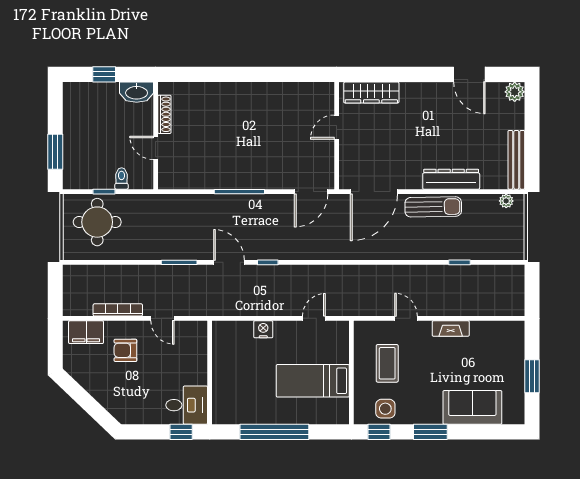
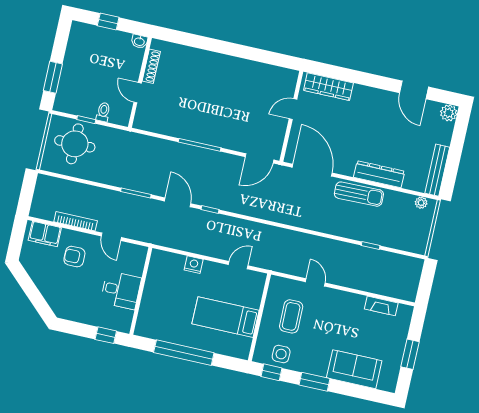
washbasin: (137, 92) -> (139, 41), width x0.52, depth x0.69
door: (374, 192) -> (312, 170), swing flipped
fireplace: (451, 329) -> (381, 306), moved
desk: (187, 405) -> (121, 290), moved

